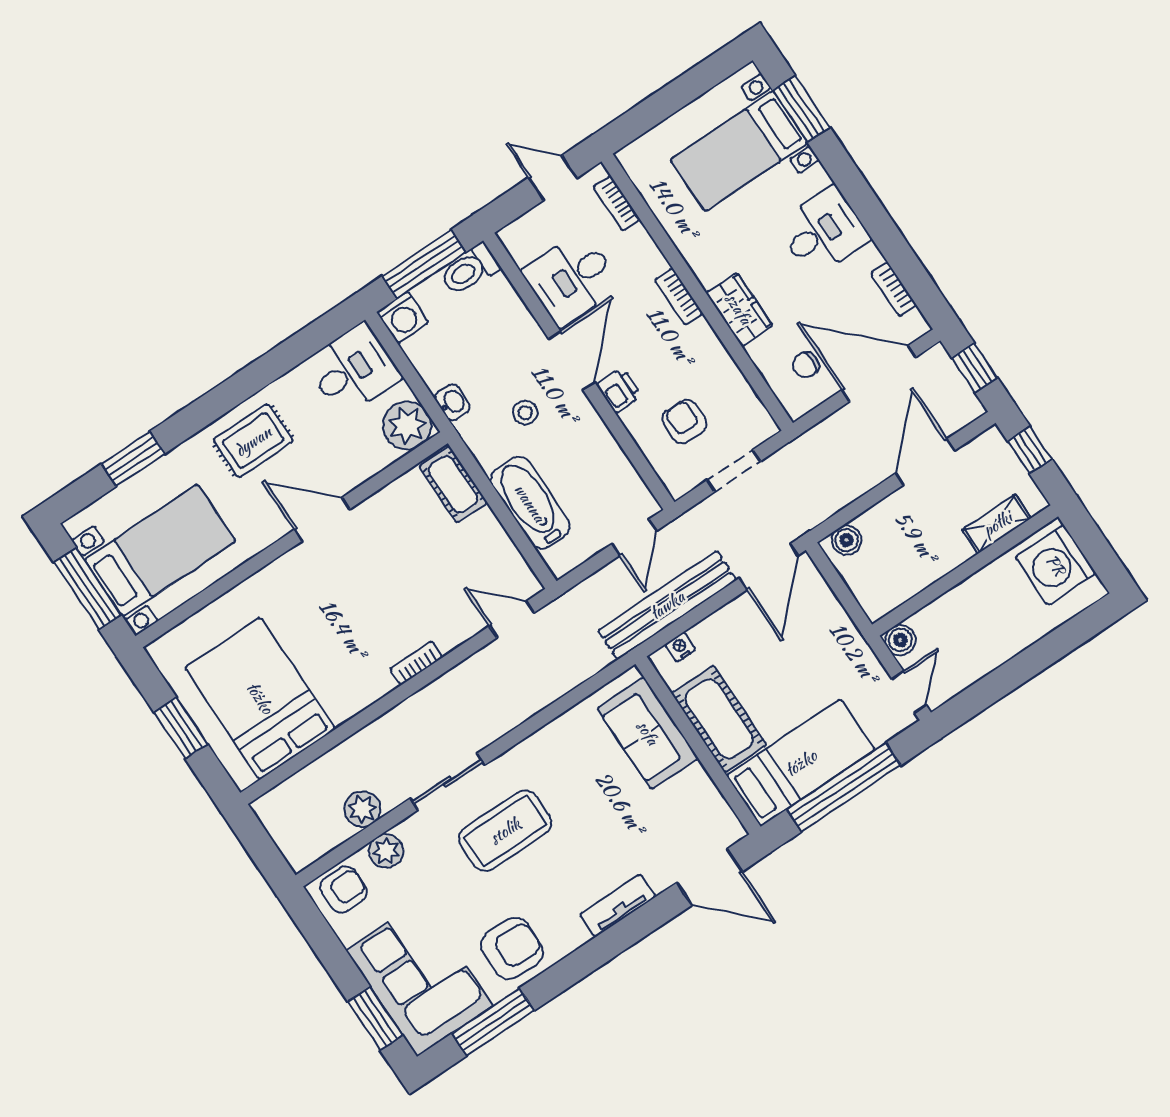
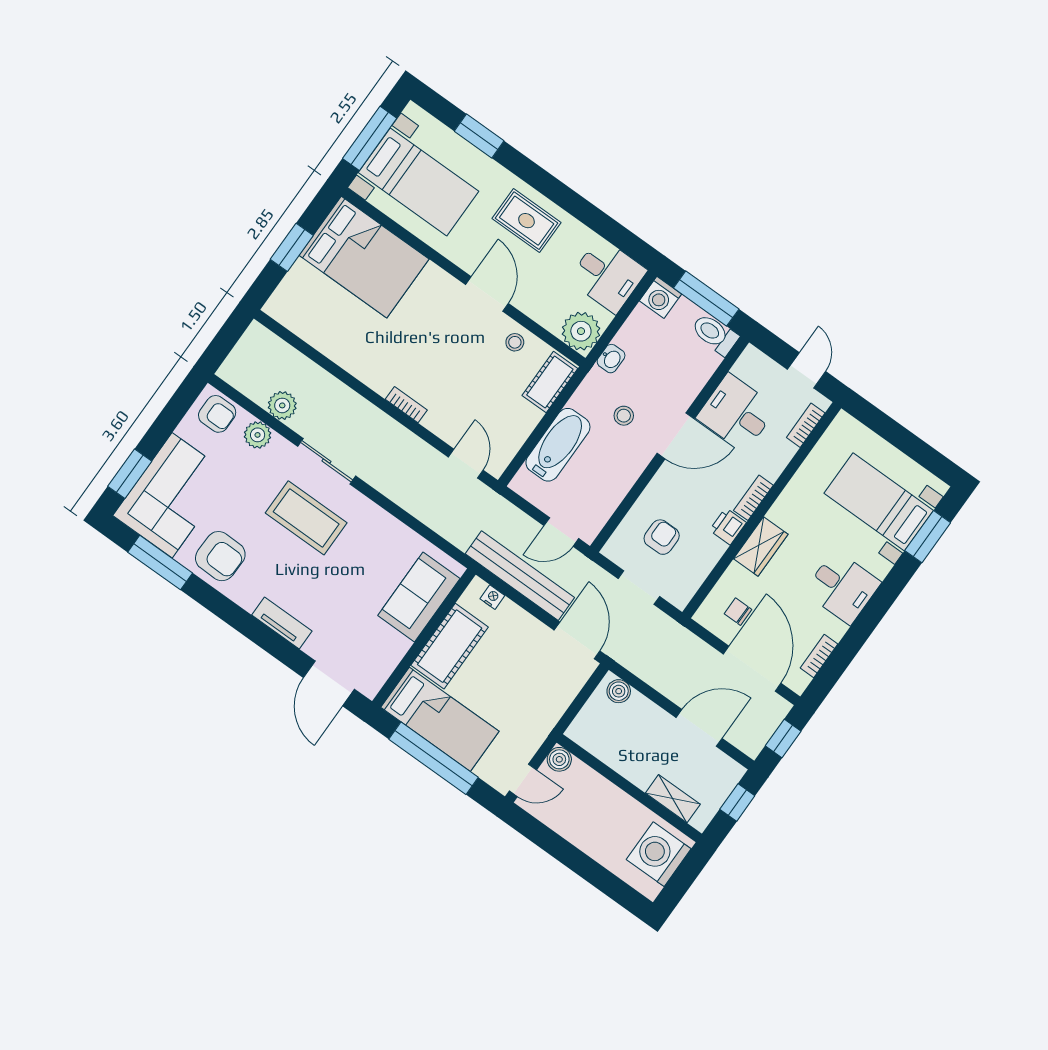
printer: (619, 390) -> (728, 526), moved, turned 180
stool: (391, 508) -> (515, 342), added
door: (769, 567) -> (577, 641), swing flipped
bed: (260, 698) -> (364, 257), moved, turned 90

